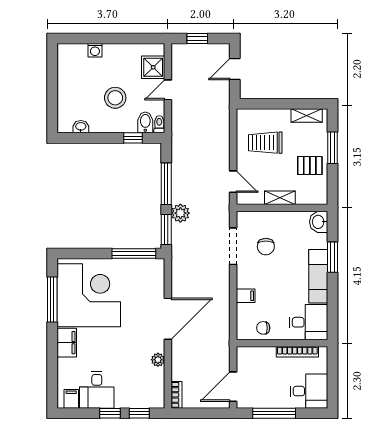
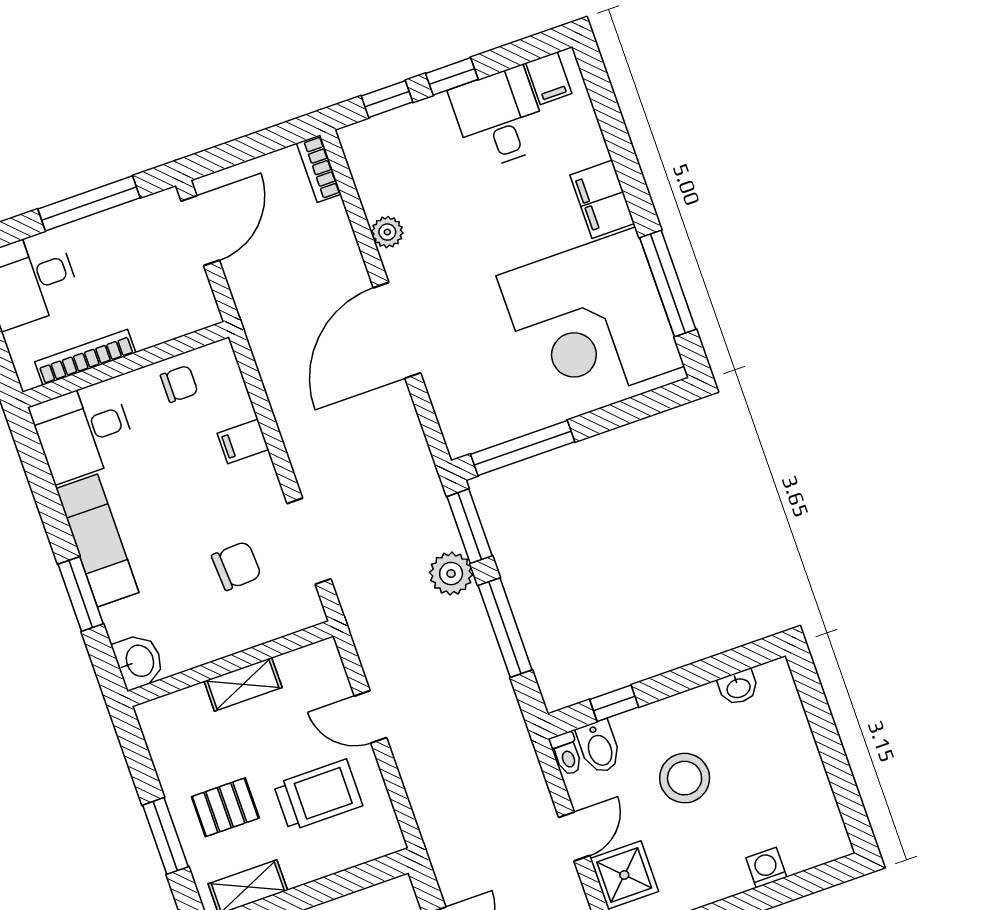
pallet: (310, 165) -> (225, 807), moved
door: (233, 182) -> (370, 717), moved
chair: (266, 247) -> (236, 566), turned 87

